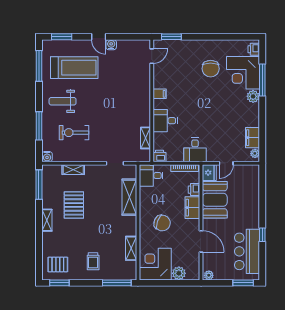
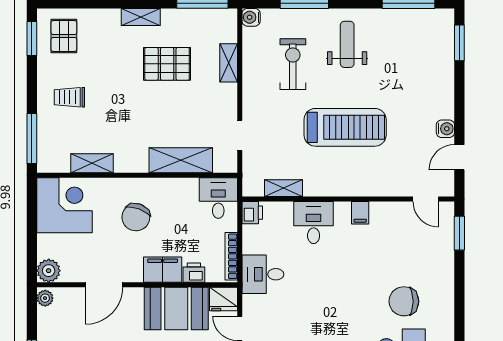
door: (99, 37) -> (459, 157), moved
treadmill: (74, 68) -> (345, 127), moved, turned -90
plant: (179, 273) -> (49, 271), moved

